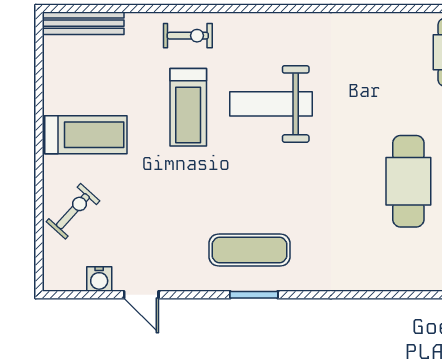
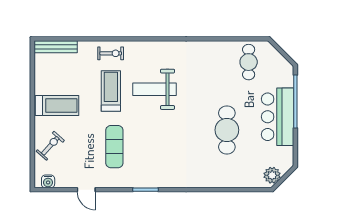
treadmill: (188, 107) -> (111, 91), turned 180
exercise mat: (250, 250) -> (114, 147), moved, turned 90
water cooler: (99, 279) -> (48, 181), moved

